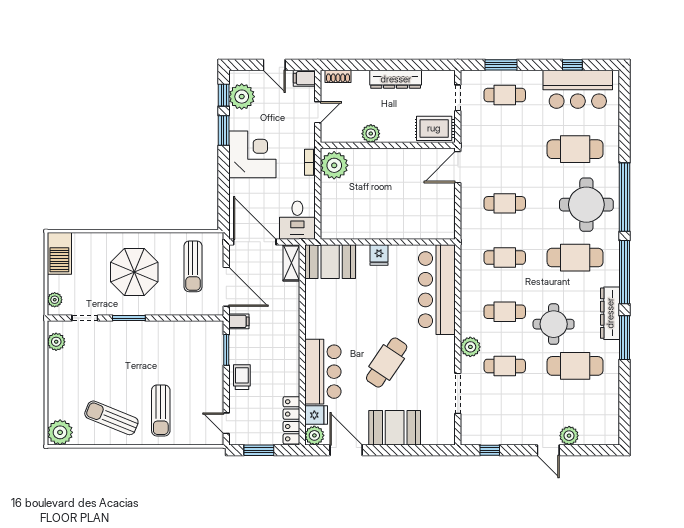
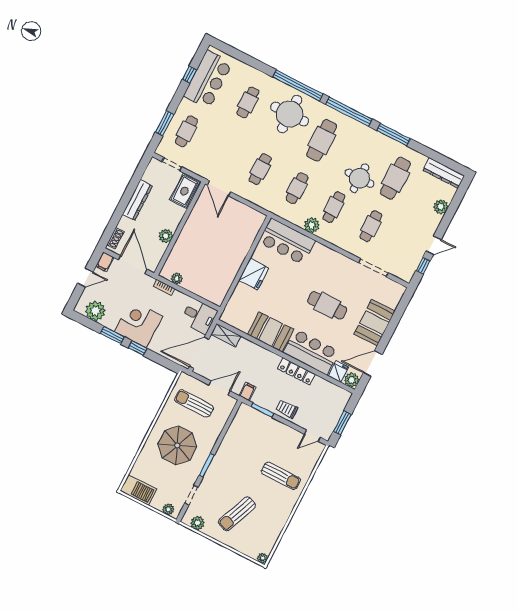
window: (224, 95) -> (138, 348), moved
door: (318, 112) -> (133, 265), width x1.88
cafe table: (575, 149) -> (248, 102), width x0.73, depth x0.74
plant: (334, 165) -> (177, 279), width x0.53, depth x0.53
fridge: (379, 255) -> (254, 274), width x1.88, depth x1.34
booth: (330, 262) -> (270, 332), moved, turned 90
sun lounger: (193, 266) -> (194, 403), turned 180
door: (226, 287) -> (219, 388), width x0.73
bar counter: (437, 290) -> (287, 241), width x0.73
dresser: (610, 313) -> (444, 173), moved
plant: (470, 347) -> (312, 225), moved
cafe table: (387, 363) -> (327, 305), turned -34
sun lounger: (111, 418) -> (237, 514), moved
locker: (291, 420) -> (296, 371), moved
plant: (60, 432) -> (262, 558), width x0.53, depth x0.53
door: (548, 450) -> (434, 245), moved

